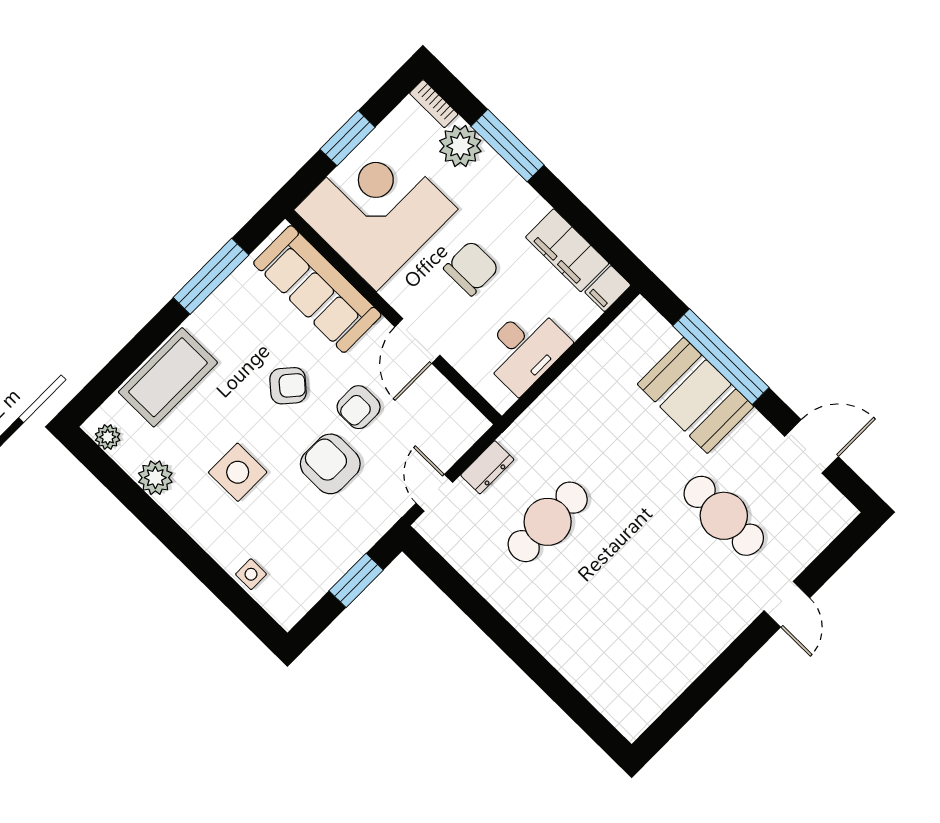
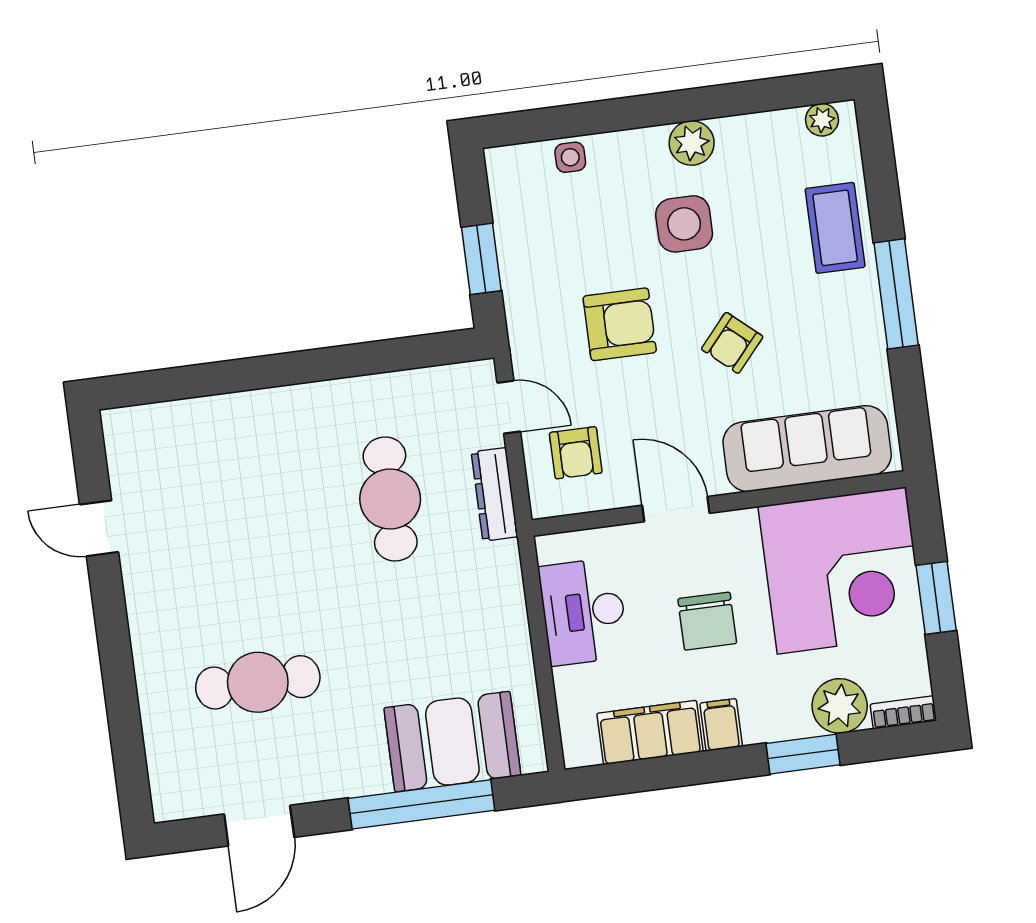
window: (507, 146) -> (803, 754), width x0.69
window: (211, 276) -> (896, 294), moved
filing cabinet: (608, 289) -> (721, 725), moved
coffee table: (168, 377) -> (835, 228), width x0.73, depth x0.76
booth: (695, 395) -> (452, 742), moved
armchair: (359, 407) -> (576, 453), moved, turned 180
dresser: (487, 467) -> (495, 494), width x1.44
plant: (155, 478) -> (692, 143), moved
door: (787, 604) -> (99, 528), moved

